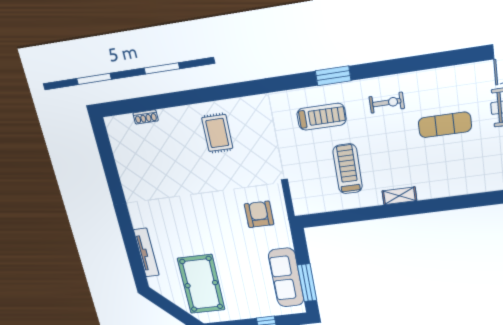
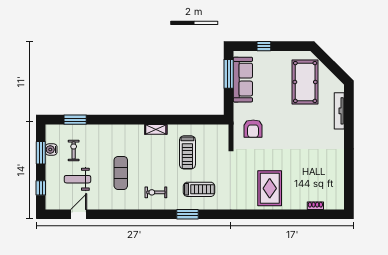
treadmill: (322, 117) -> (199, 189), turned 180
exercise mat: (445, 125) -> (121, 173), turned 90
rug: (217, 133) -> (270, 188), width x1.36, depth x1.43

